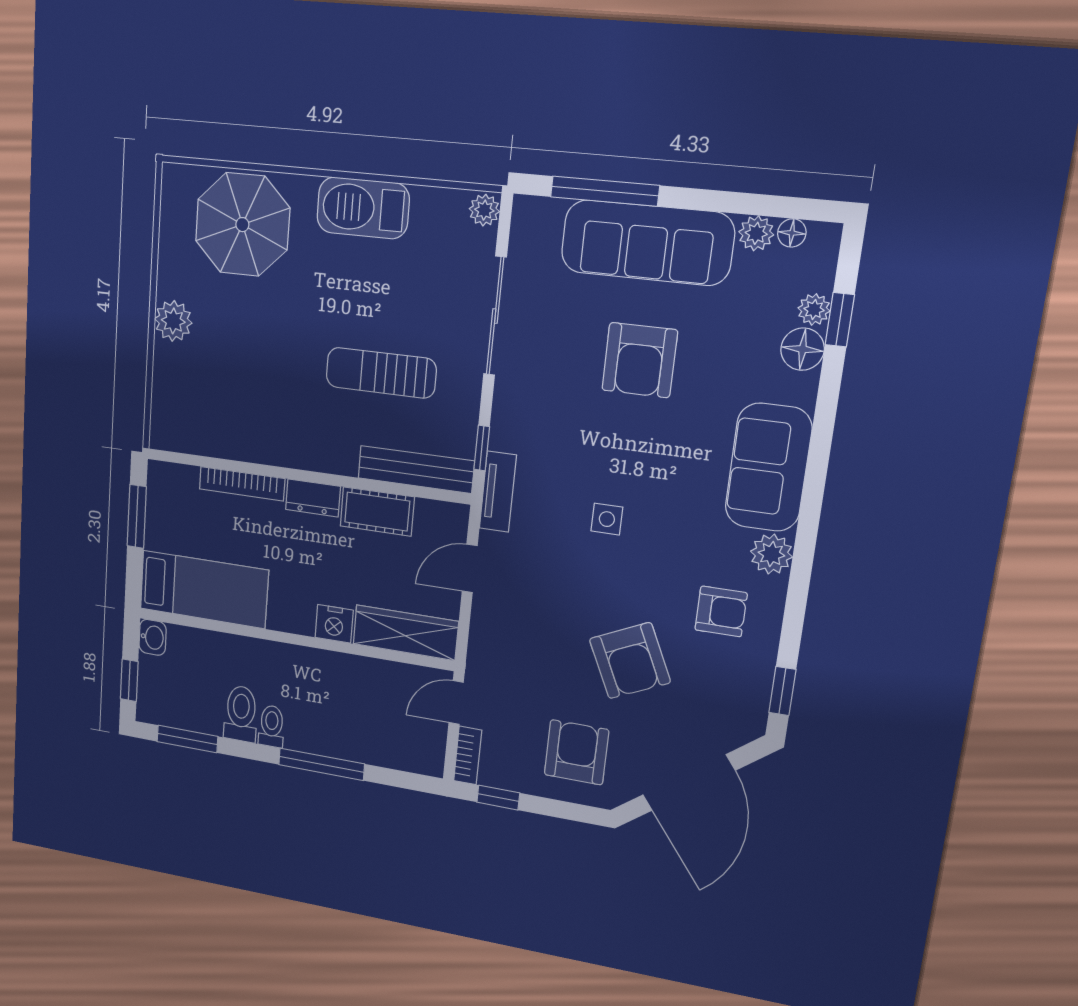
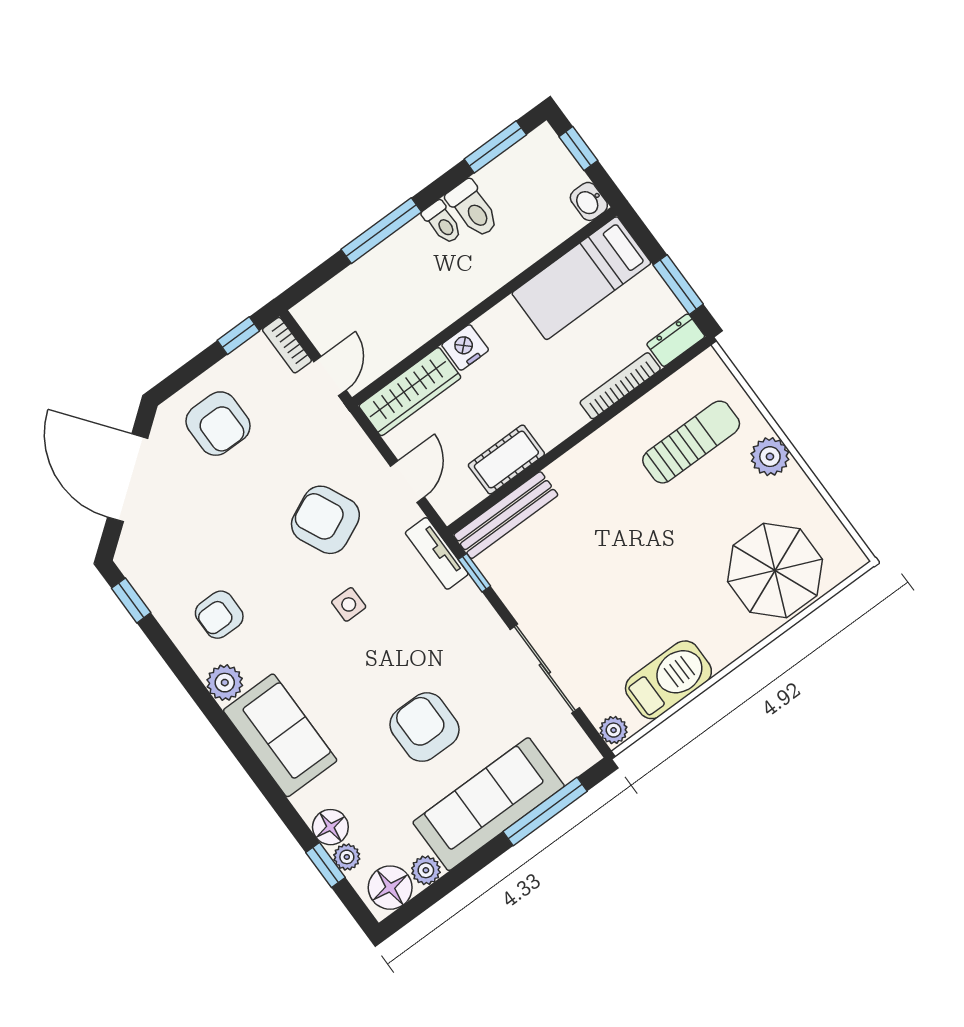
barbecue: (363, 208) -> (668, 680), moved
floor lamp: (792, 233) -> (390, 888), width x1.89, depth x1.89
sun lounger: (381, 373) -> (691, 442), moved
dresser: (313, 498) -> (676, 340), moved
armchair: (630, 661) -> (325, 520), moved

